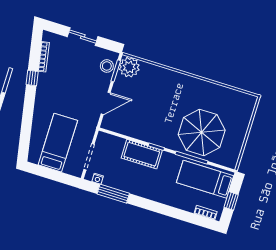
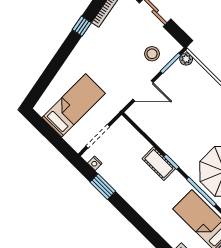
stool: (107, 66) -> (152, 54), moved
plant: (129, 67) -> (186, 59), width x0.53, depth x0.53
cot: (142, 154) -> (159, 164), width x0.73, depth x0.75
window: (113, 194) -> (103, 187), width x0.69

